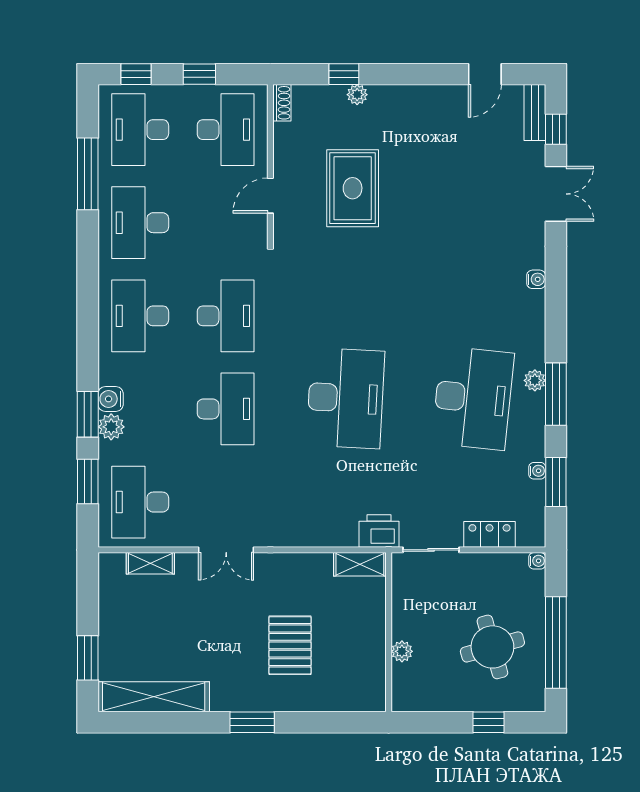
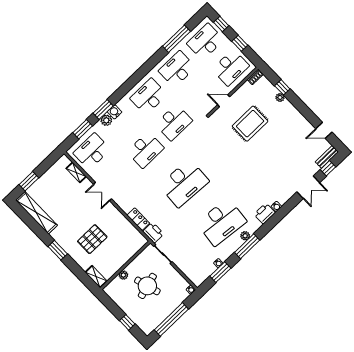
printer: (529, 311) -> (265, 214), added
locker: (489, 534) -> (138, 219), moved
shelving: (360, 564) -> (96, 277), moved
round table: (492, 647) -> (147, 286), moved

